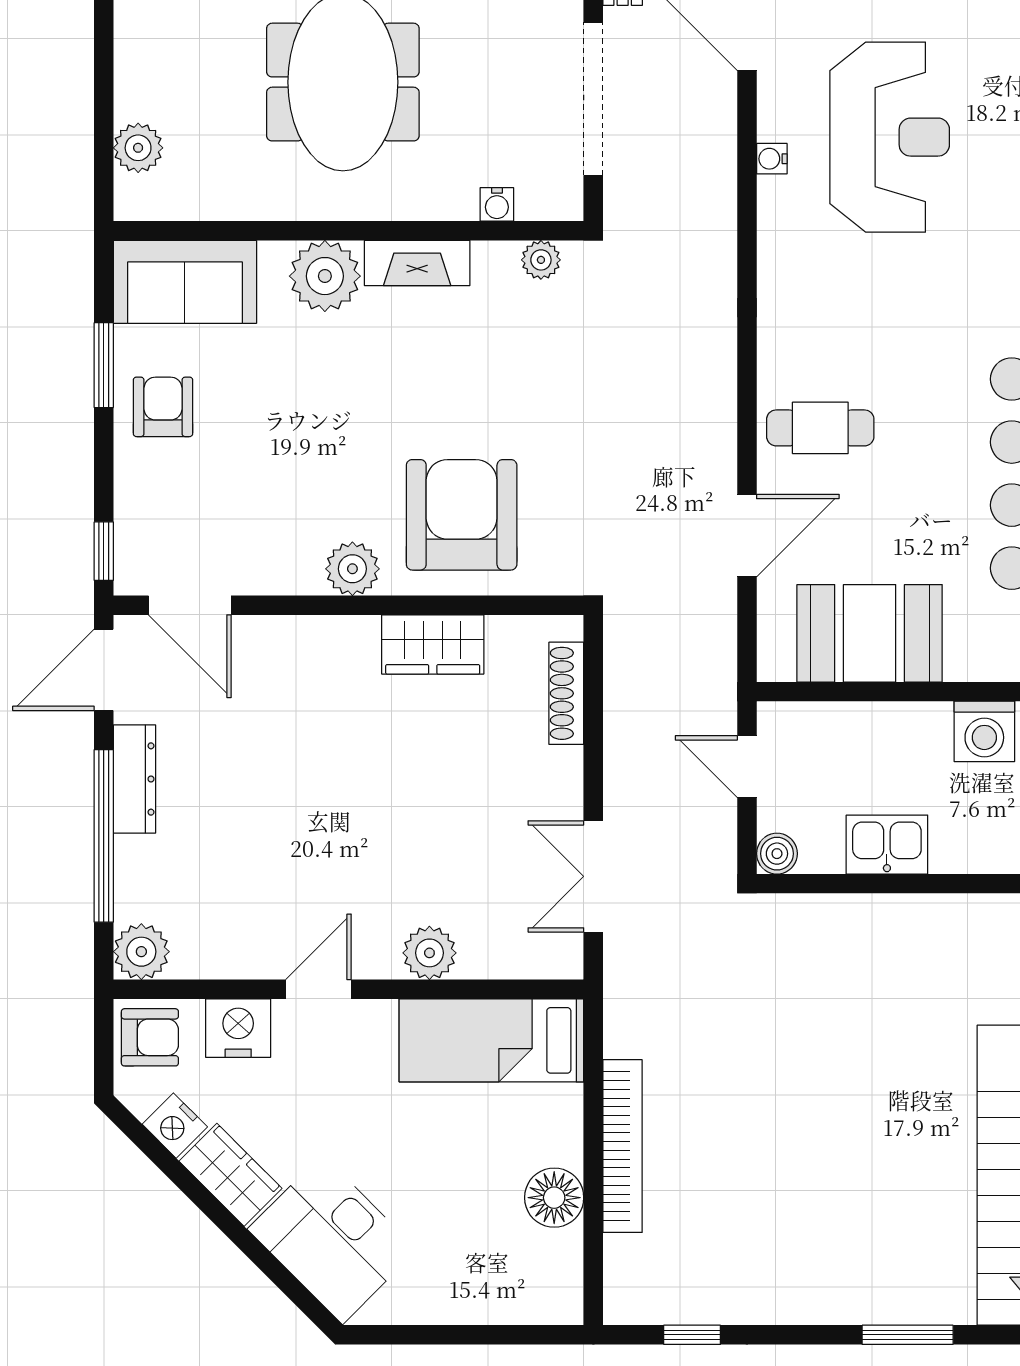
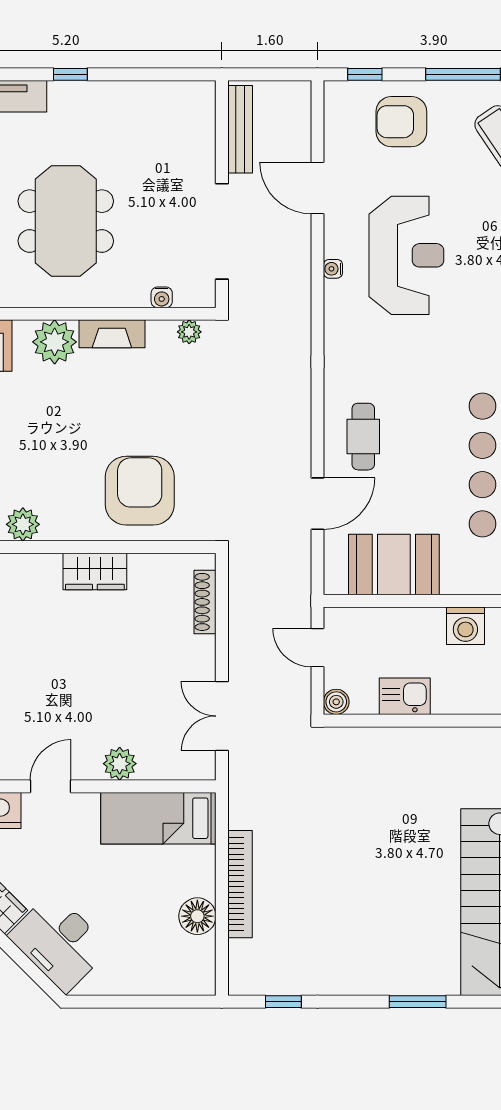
cafe table: (820, 428) -> (363, 437), turned 90
plant: (352, 569) -> (23, 524), moved
wardrobe: (433, 644) -> (95, 571), moved

